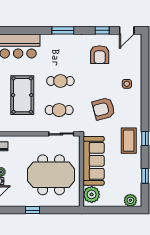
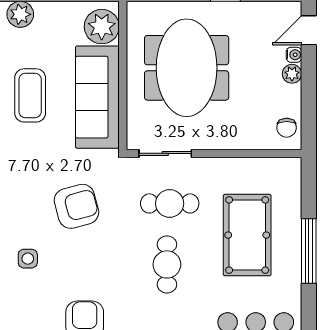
cafe table: (60, 81) -> (167, 264), turned 90
coffee table: (129, 141) -> (30, 95), moved
meeting table: (51, 175) -> (187, 68), turned 90

